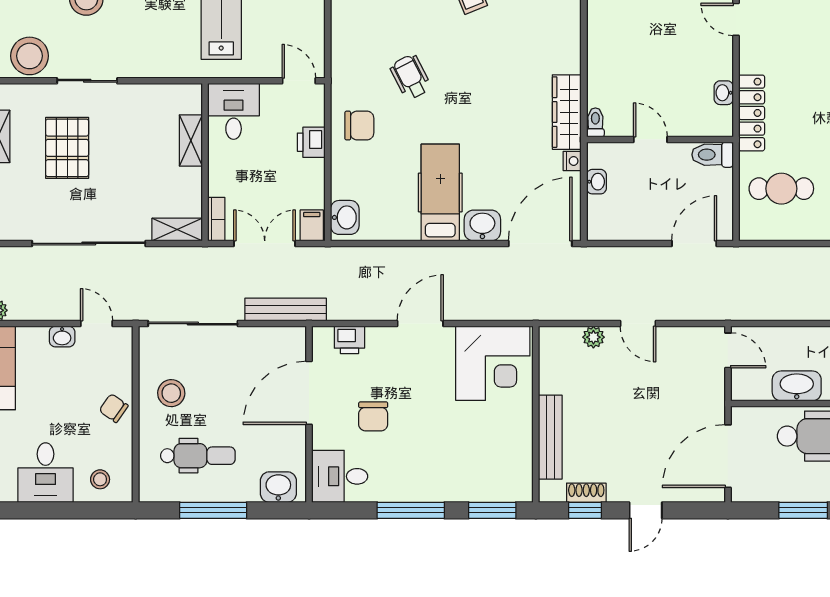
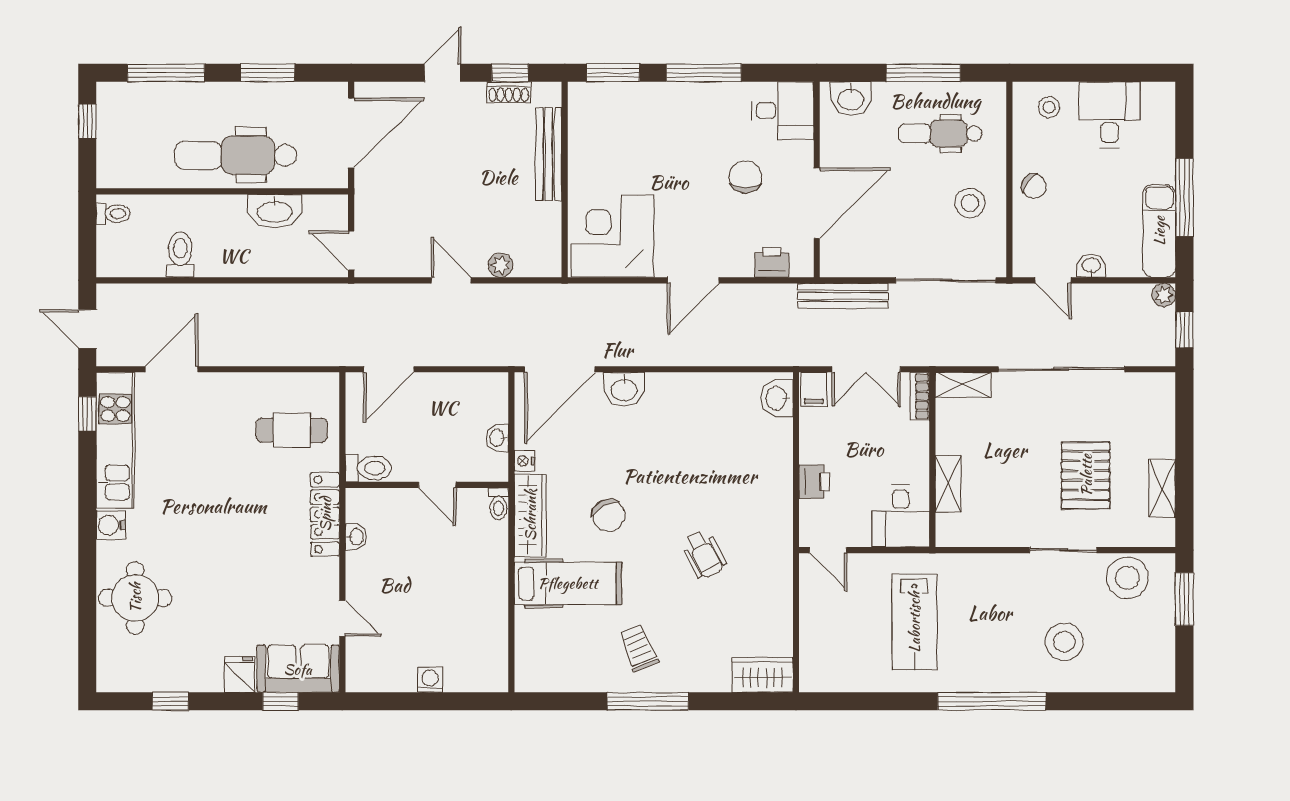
chair: (359, 126) -> (609, 515), moved, turned -118
hospital bed: (440, 192) -> (568, 583), moved, turned -90

